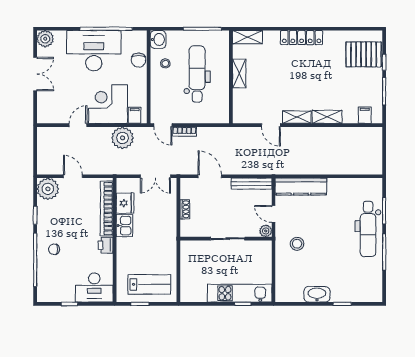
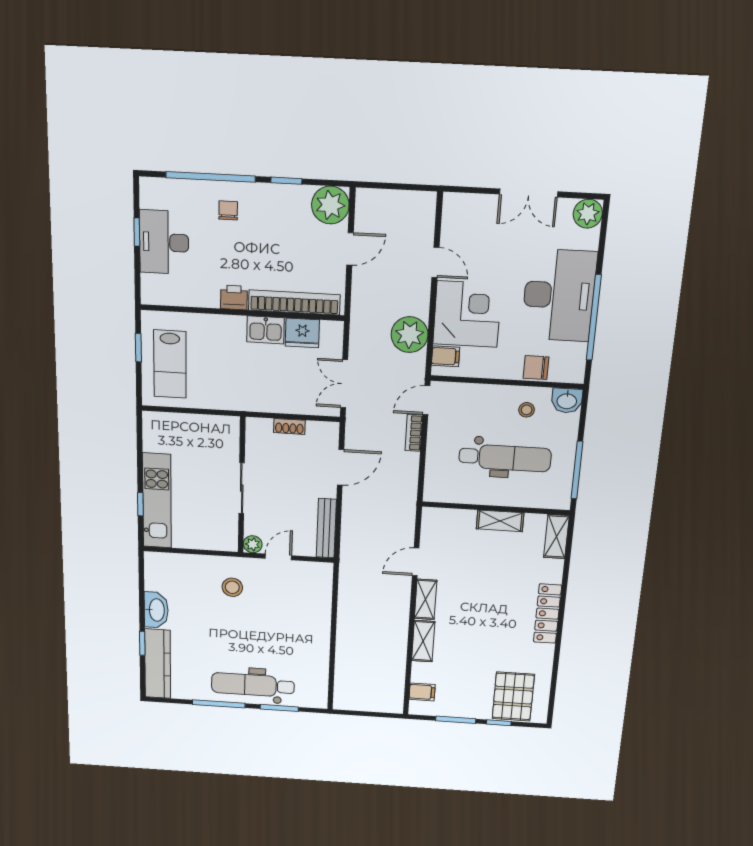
kitchen counter: (301, 187) -> (158, 664), moved, turned 180
desk: (94, 288) -> (164, 242), moved

